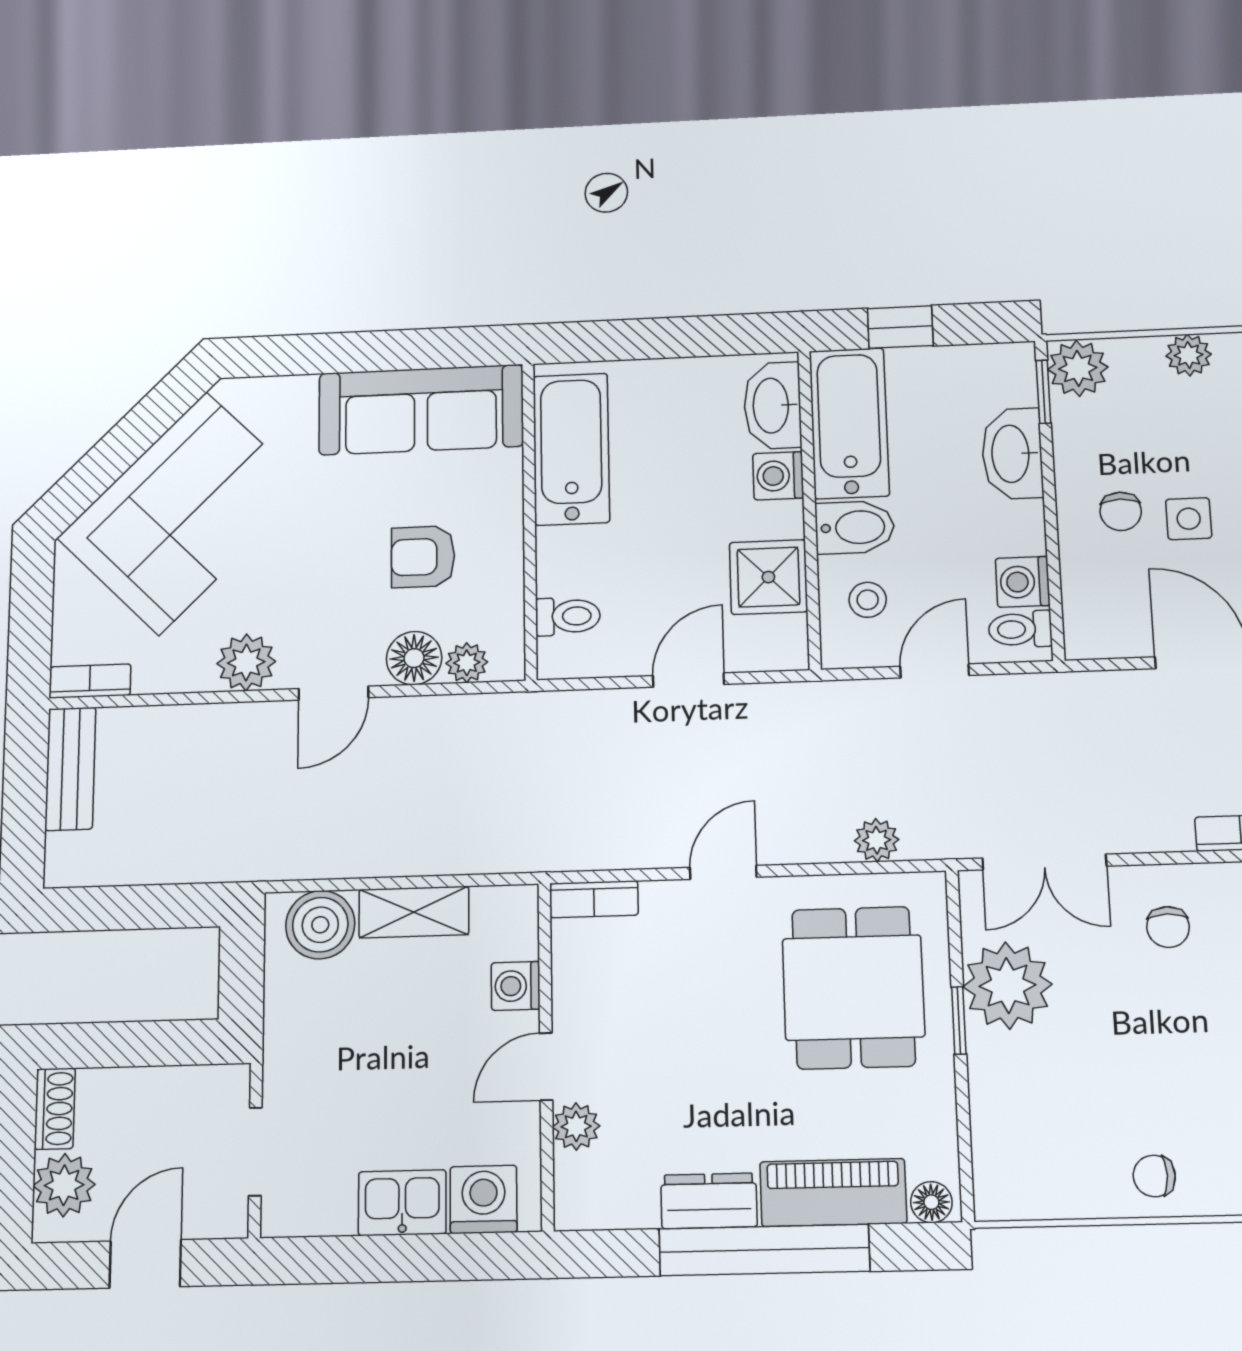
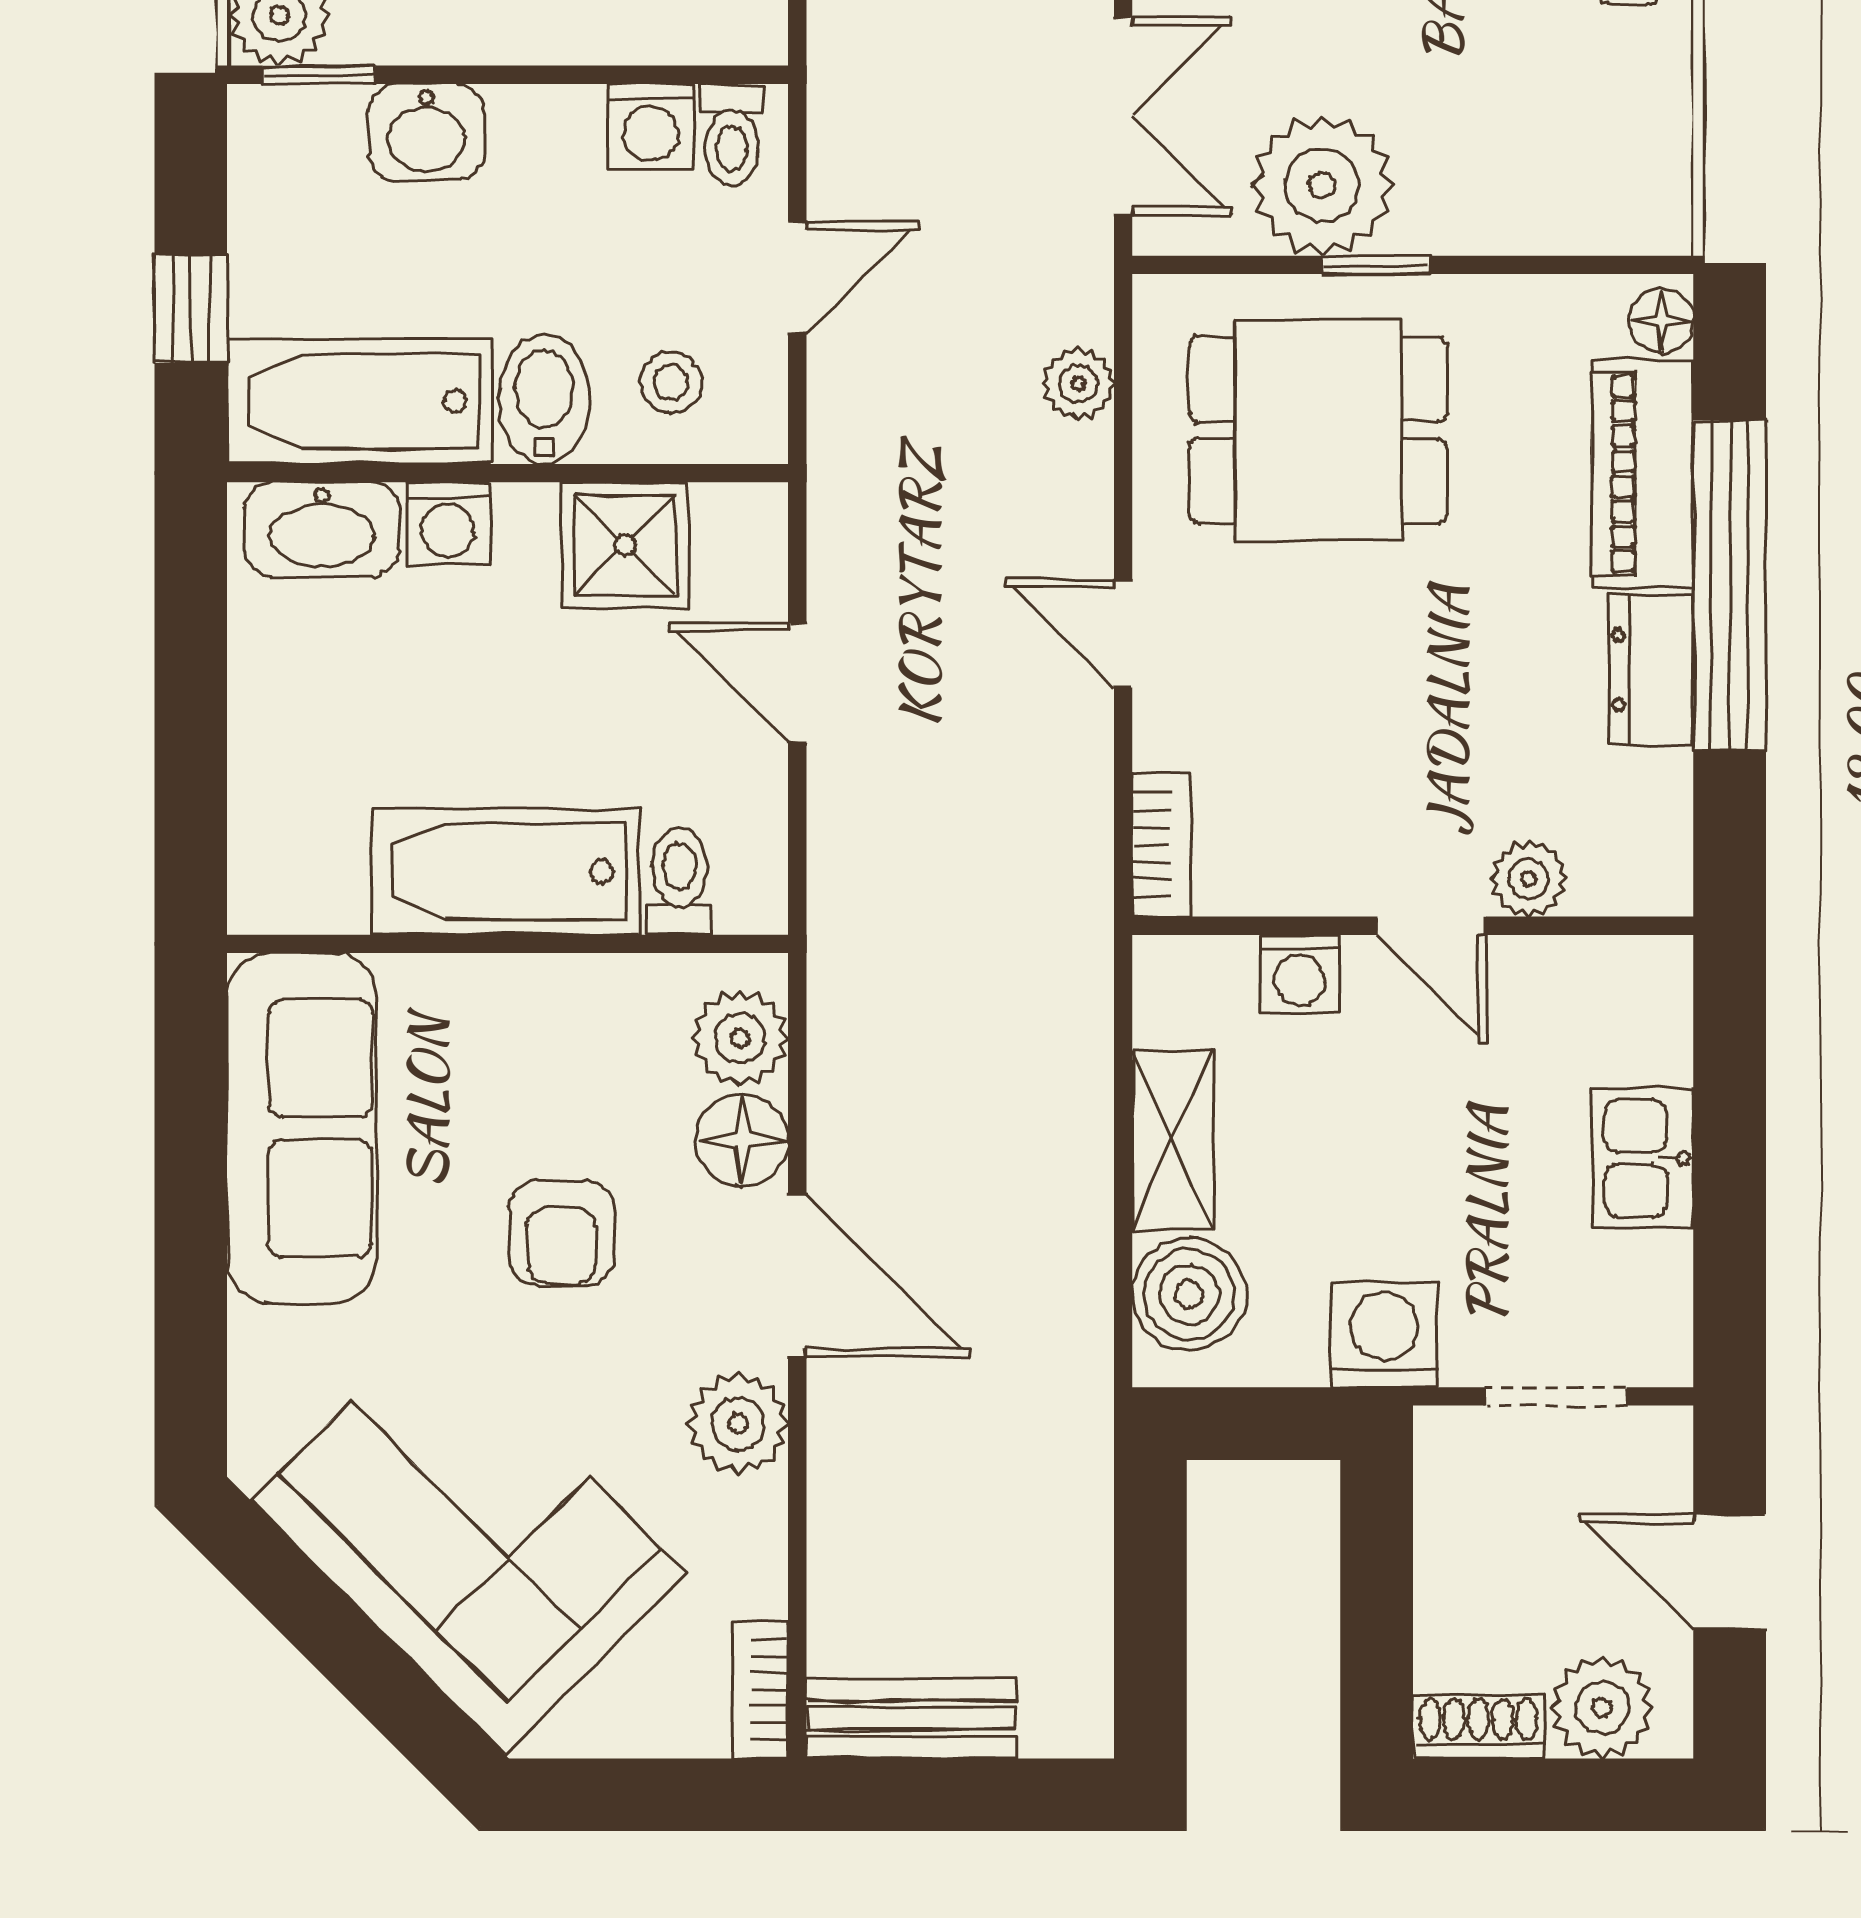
bathtub: (571, 449) -> (505, 872), moved
washbasin: (1012, 454) -> (426, 132), width x0.72
armchair: (423, 557) -> (561, 1233), moved
plant: (467, 663) -> (740, 1038), width x1.38, depth x1.38
door: (935, 671) -> (797, 278), swing flipped
door: (333, 693) -> (797, 1275), width x1.37
washing machine: (484, 1199) -> (1384, 1334), moved, turned 90

